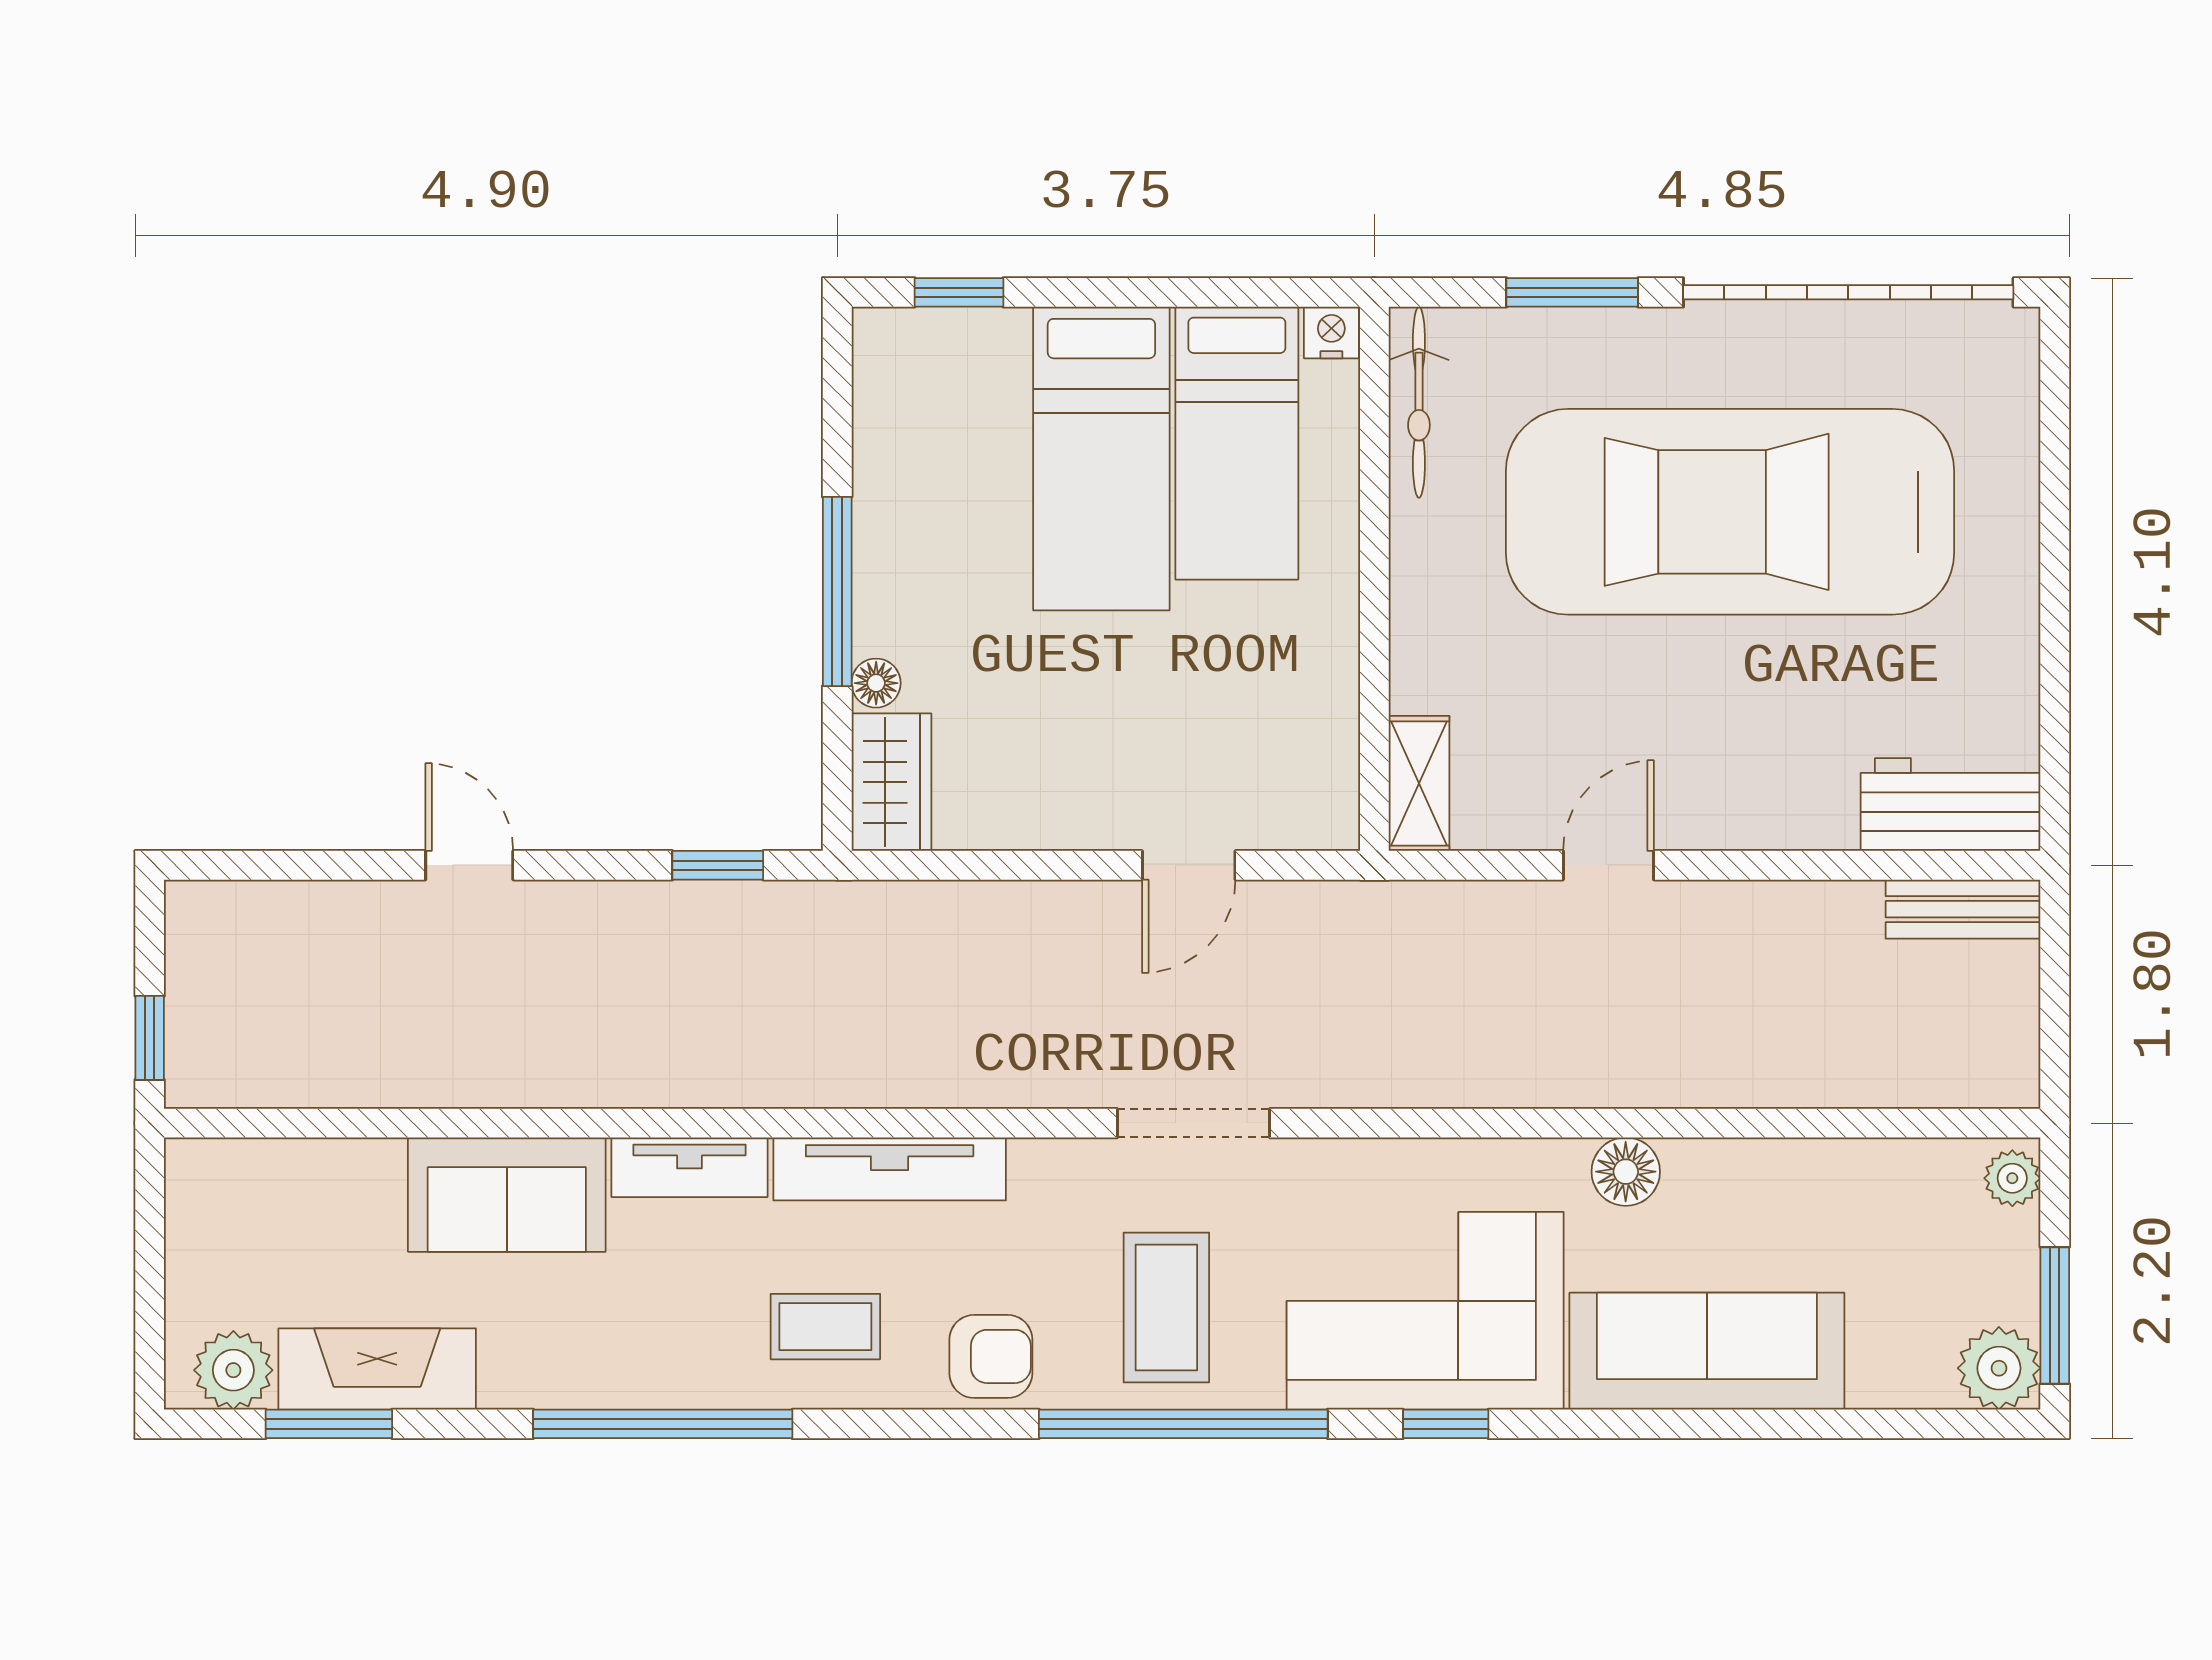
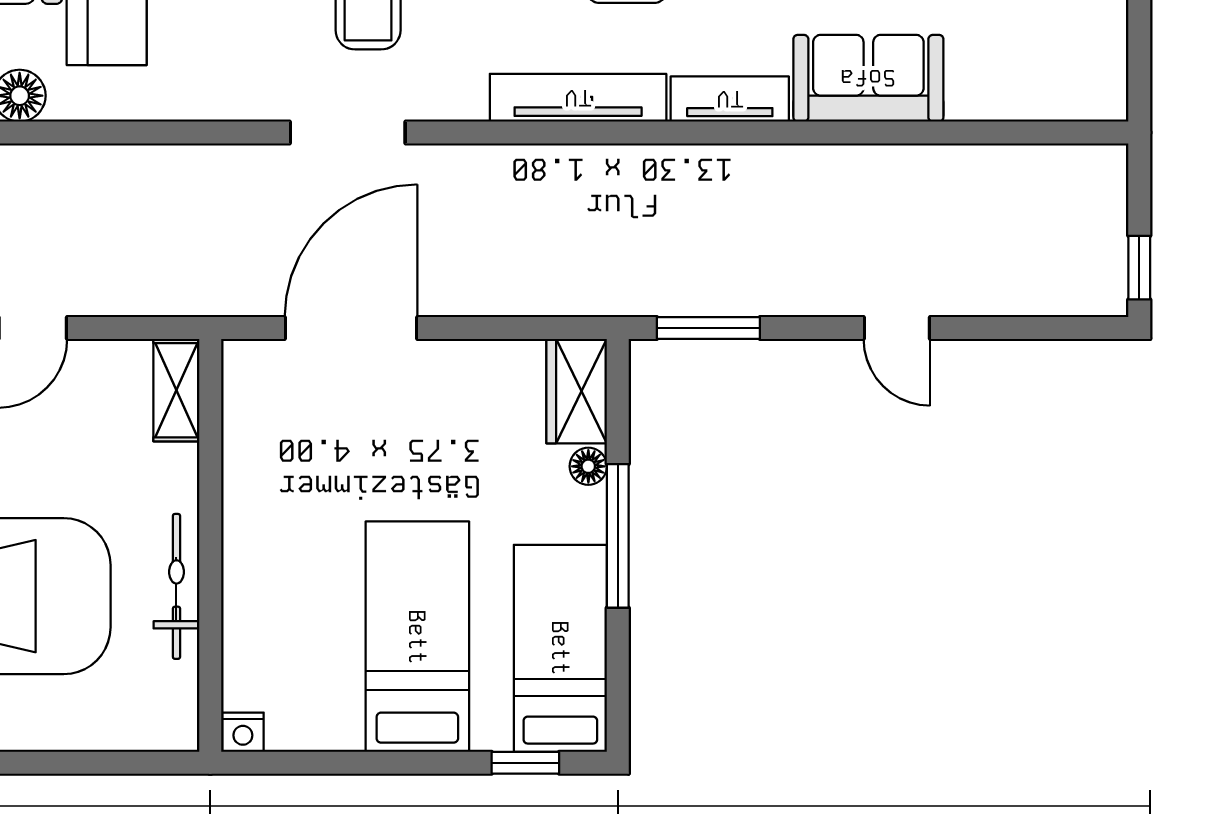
window: (1572, 292) -> (60, 763), removed
bicycle: (1419, 402) -> (176, 586), moved
bed: (1237, 443) -> (560, 648), moved
window: (718, 865) -> (708, 328), width x1.50
door: (1189, 865) -> (351, 328), width x1.88
window: (150, 1038) -> (1139, 268), moved

